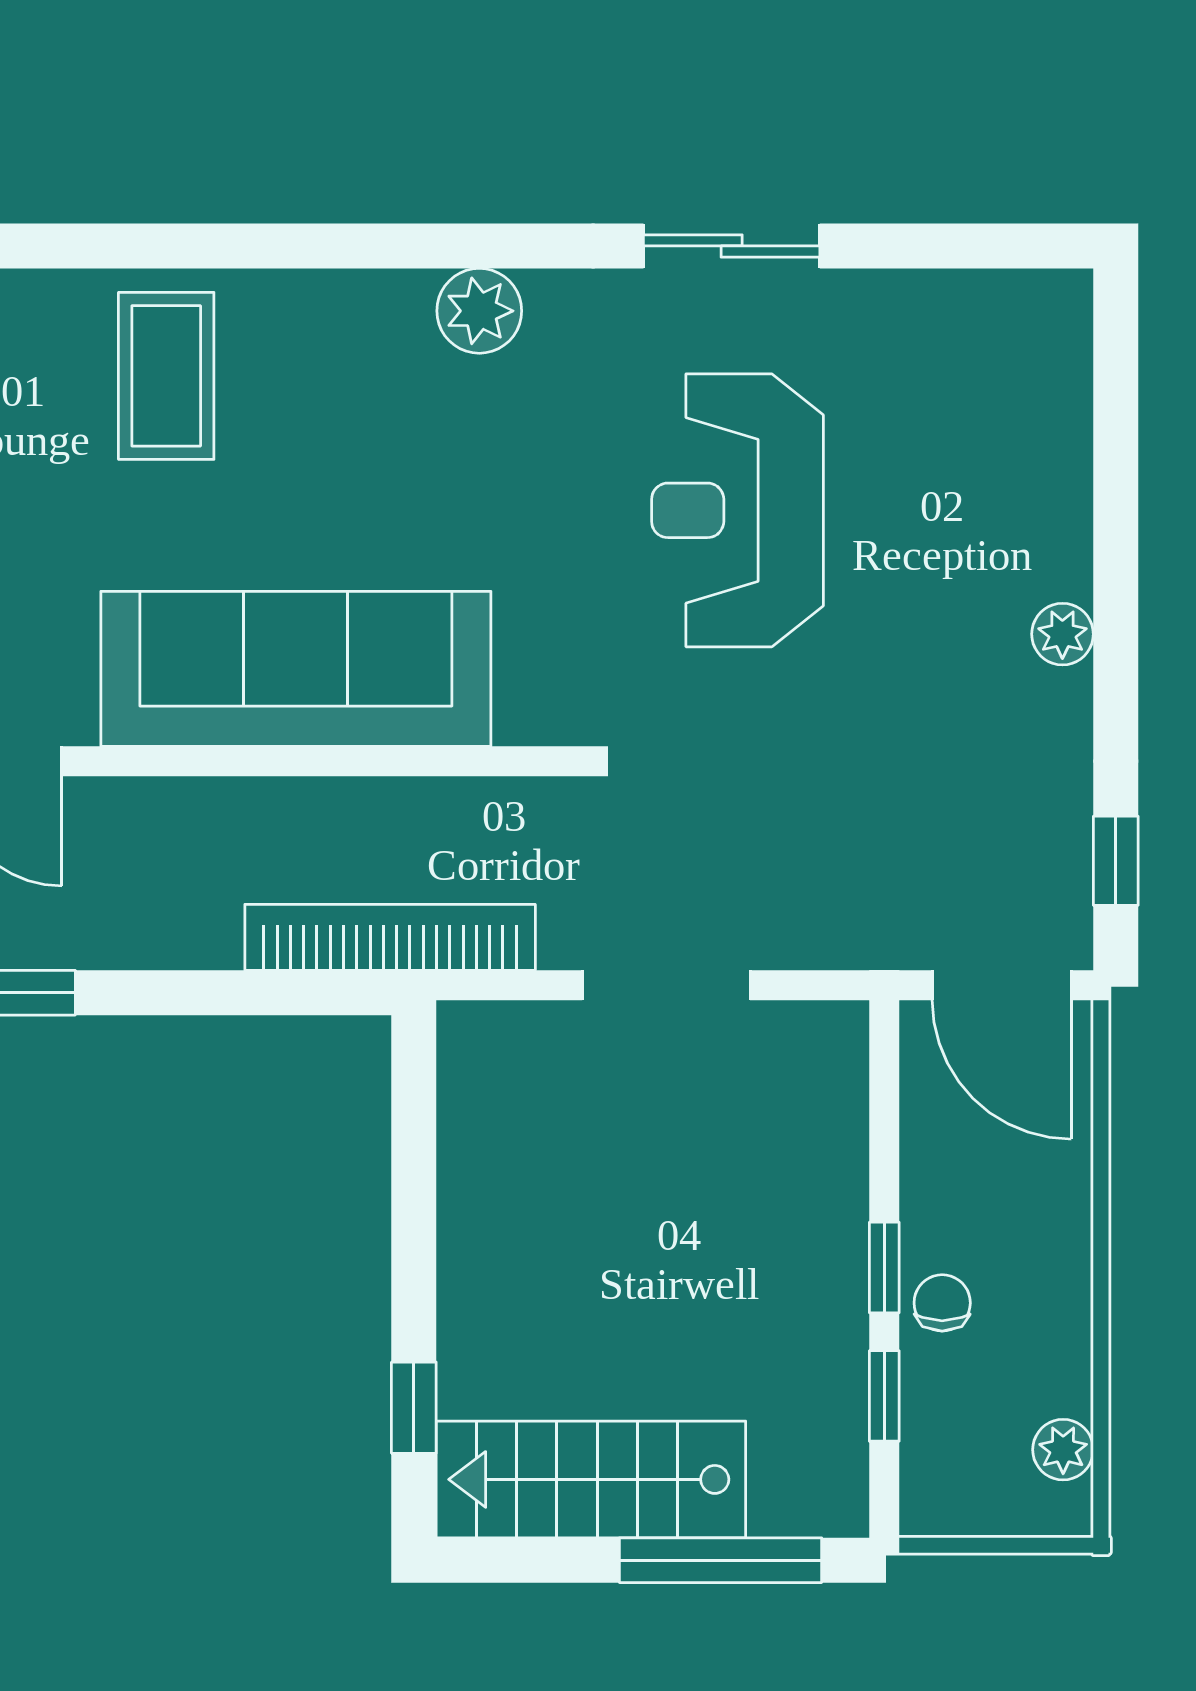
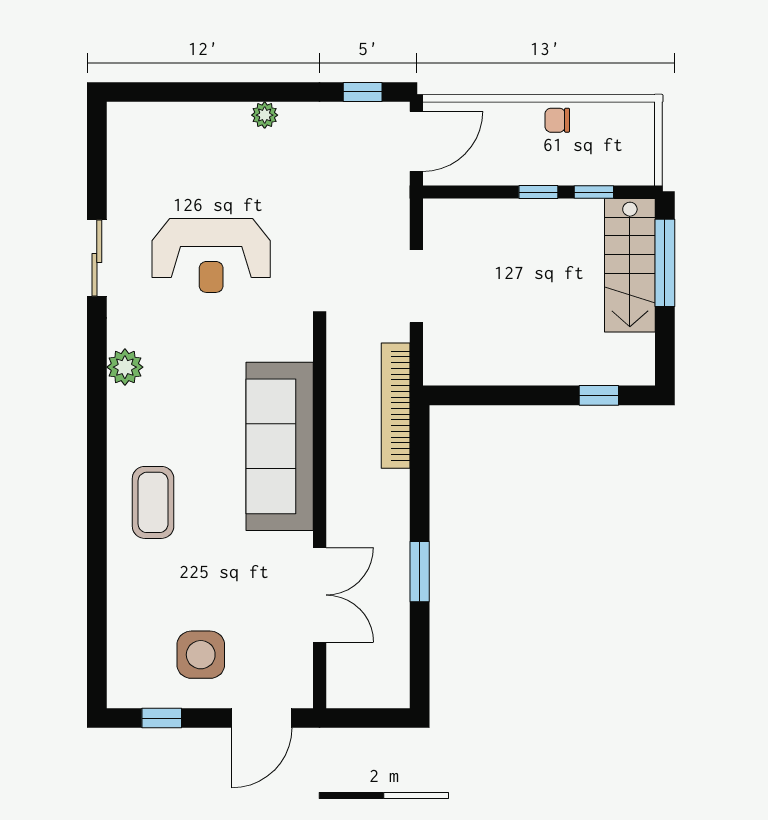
coffee table: (166, 376) -> (153, 502), turned 90
chair: (942, 1303) -> (557, 120), moved
plant: (1063, 1450) -> (617, 115), removed
stairs: (591, 1479) -> (630, 265), moved

